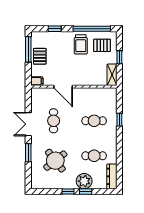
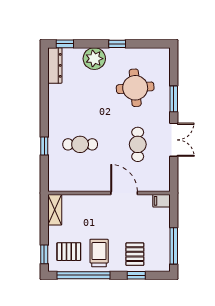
pallet: (40, 56) -> (135, 254), moved
window: (119, 57) -> (44, 254), moved
cafe table: (94, 156) -> (80, 95), removed
round table: (55, 161) -> (135, 88), turned 33
window: (86, 192) -> (65, 44), moved

